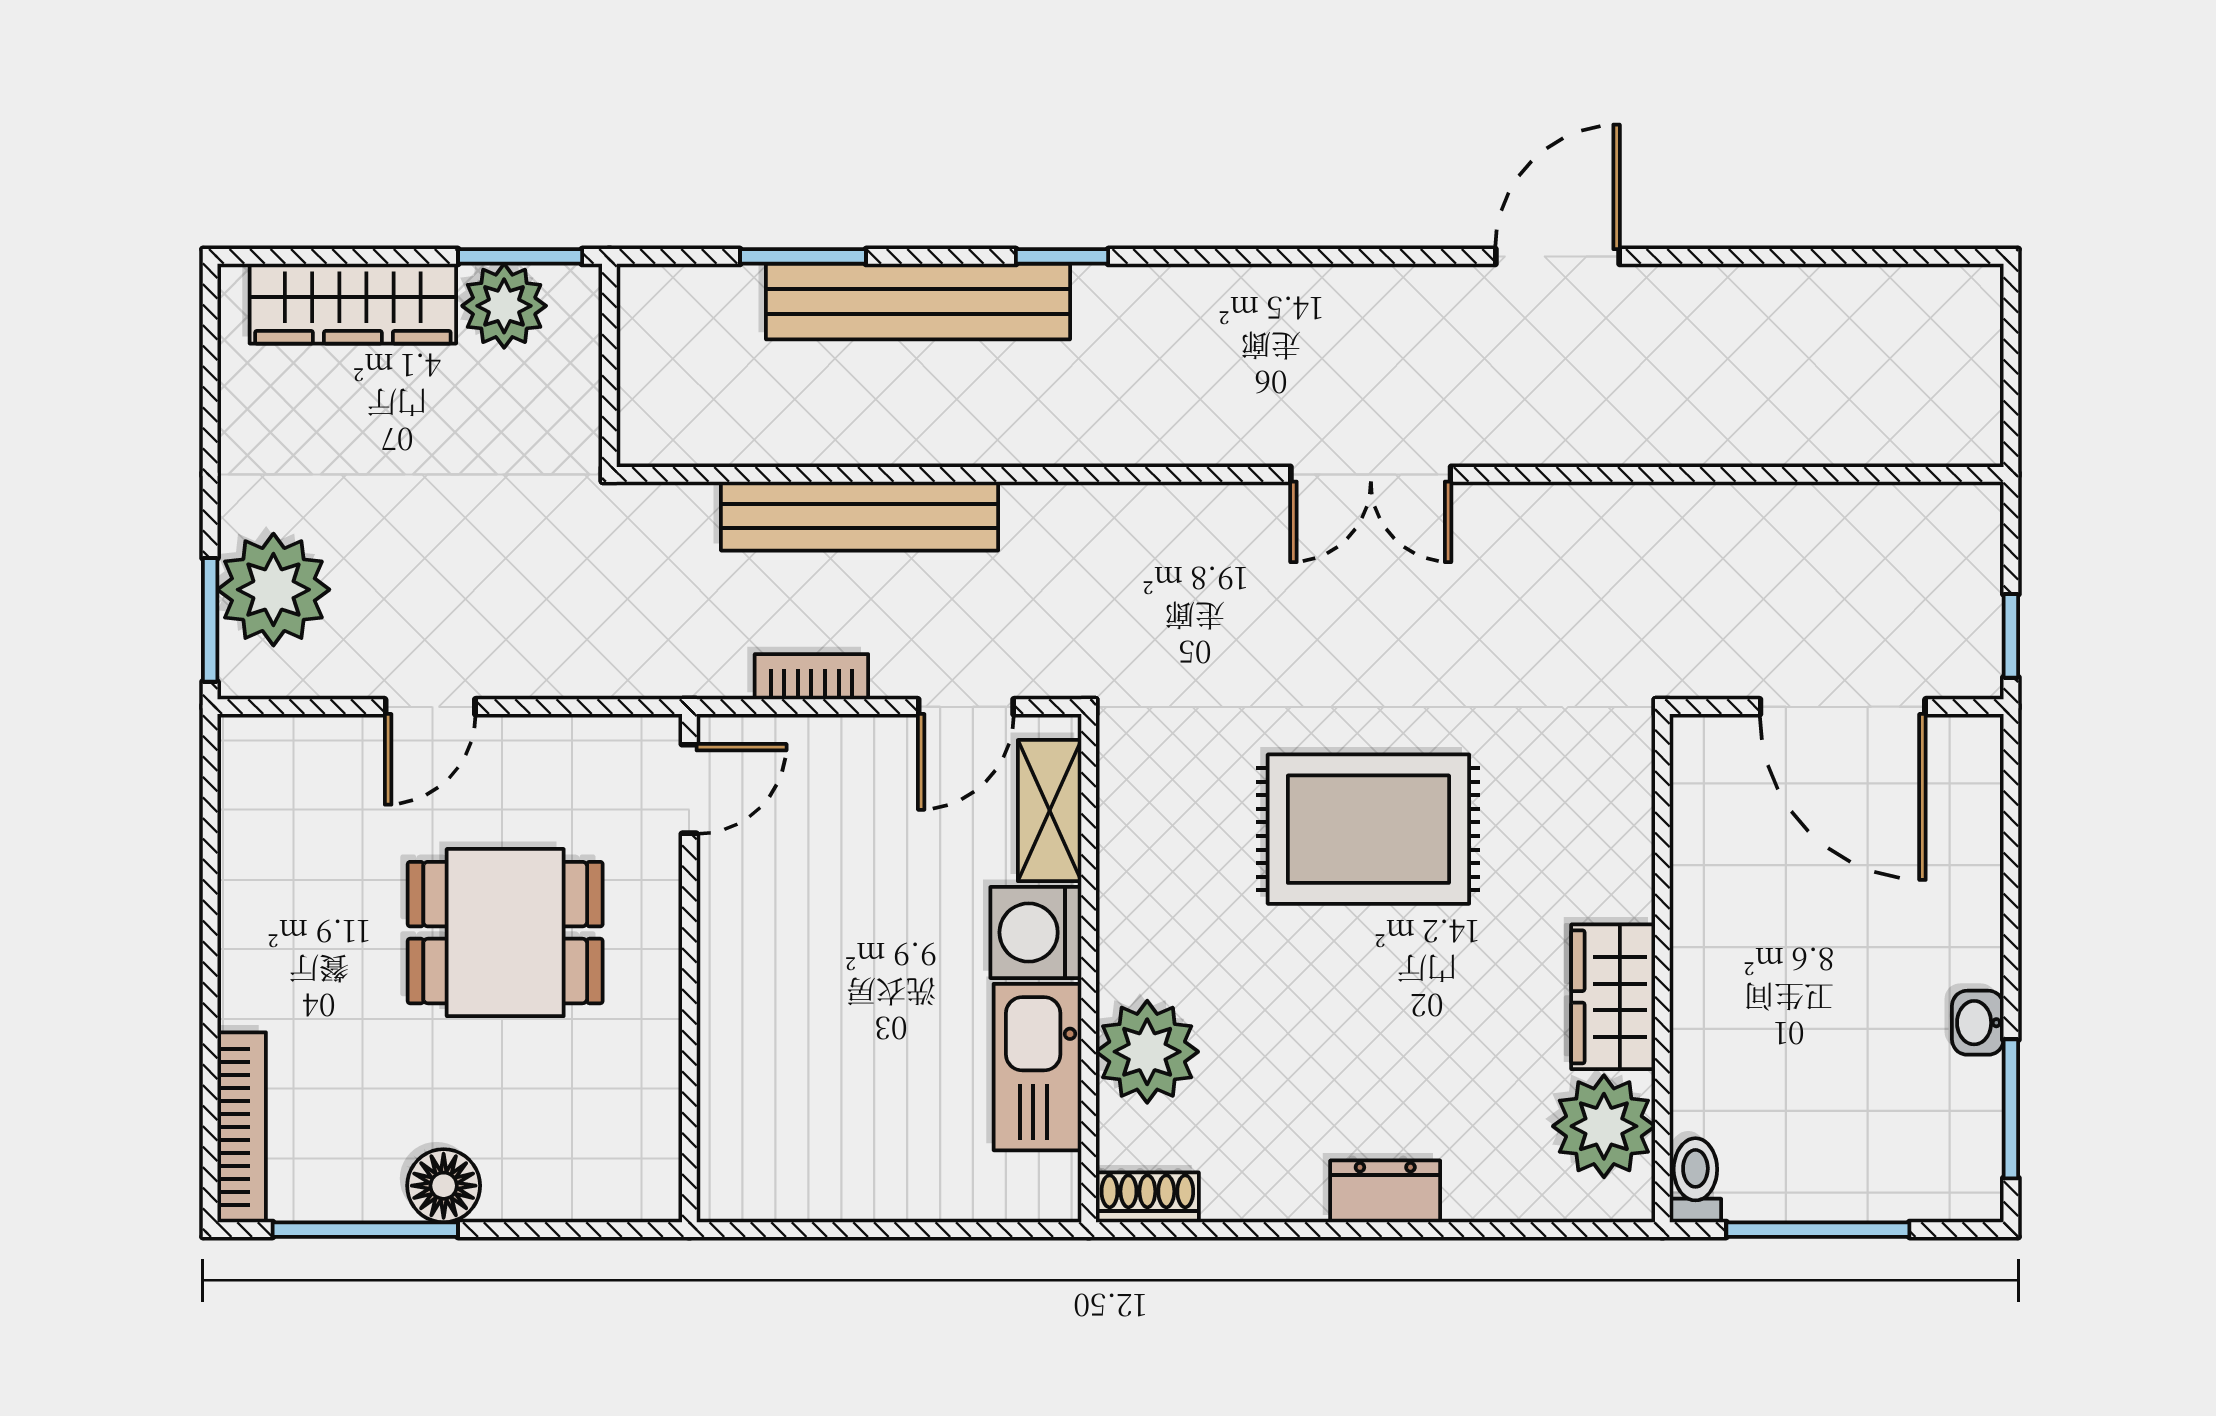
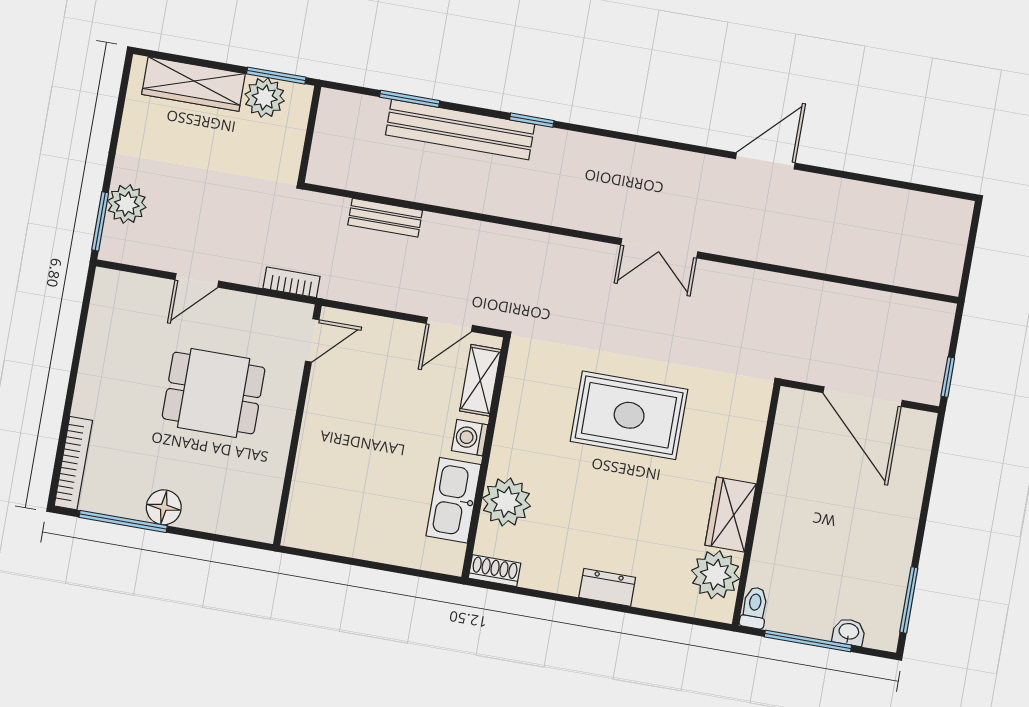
bench: (860, 516) -> (385, 218), width x0.54, depth x0.82
plant: (273, 590) -> (127, 204), width x0.73, depth x0.73
bookcase: (811, 677) -> (292, 282), moved
washing machine: (1036, 932) -> (470, 438), width x0.73, depth x0.73
washbasin: (1978, 1023) -> (849, 632), moved, turned 90

